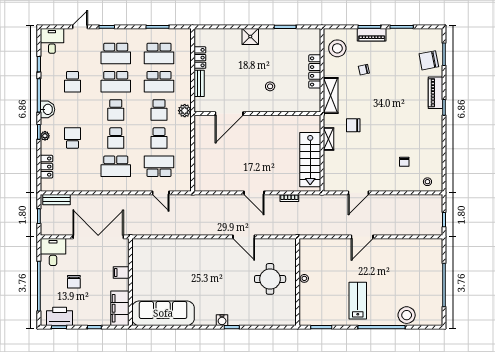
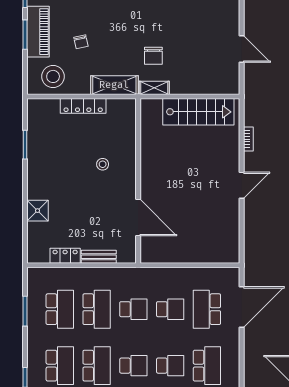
piano: (372, 35) -> (38, 32), width x1.37, depth x1.33
shower: (250, 36) -> (38, 211), moved
plant: (185, 111) -> (134, 276), removed
shelving: (329, 139) -> (154, 88), moved
door: (161, 193) -> (242, 307), width x1.88

